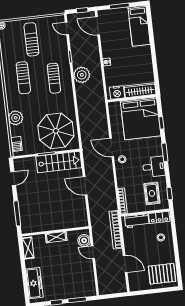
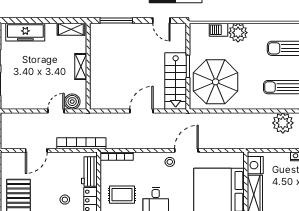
barbecue: (16, 144) -> (218, 30), moved

